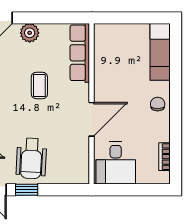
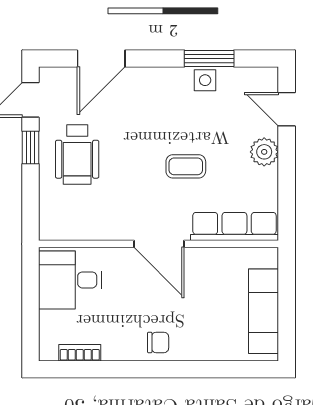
exam couch: (160, 52) -> (263, 311), moved, turned -90
door: (91, 119) -> (159, 244), moved
wheelchair: (31, 158) -> (77, 154), turned -93

